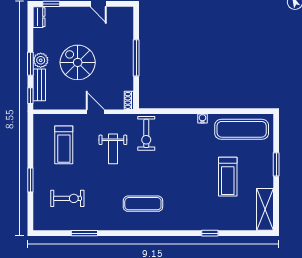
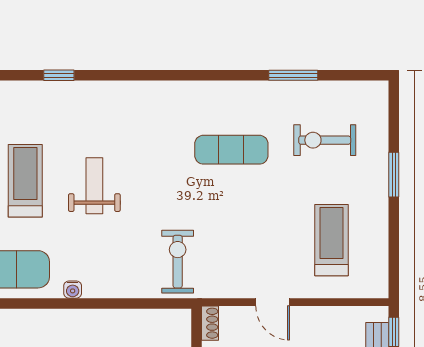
weight bench: (113, 149) -> (94, 186), moved
exercise mat: (143, 204) -> (231, 150), moved

